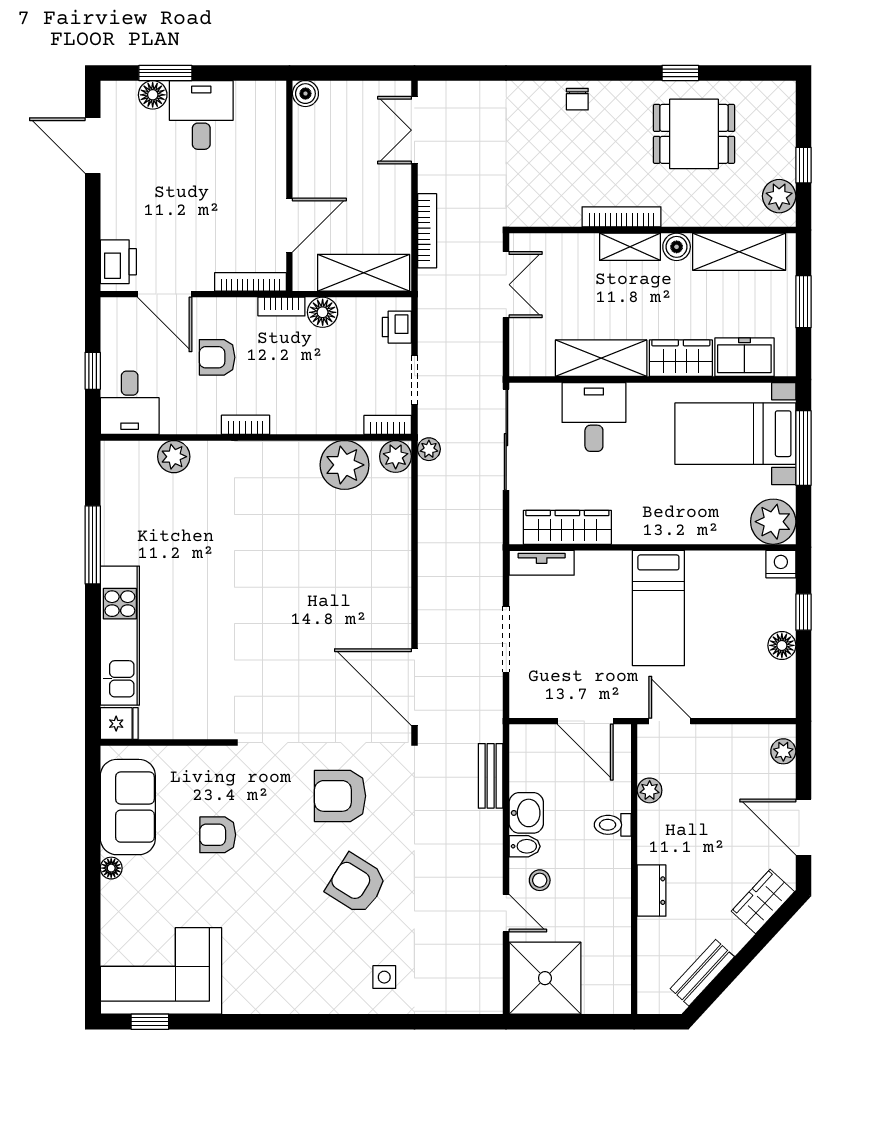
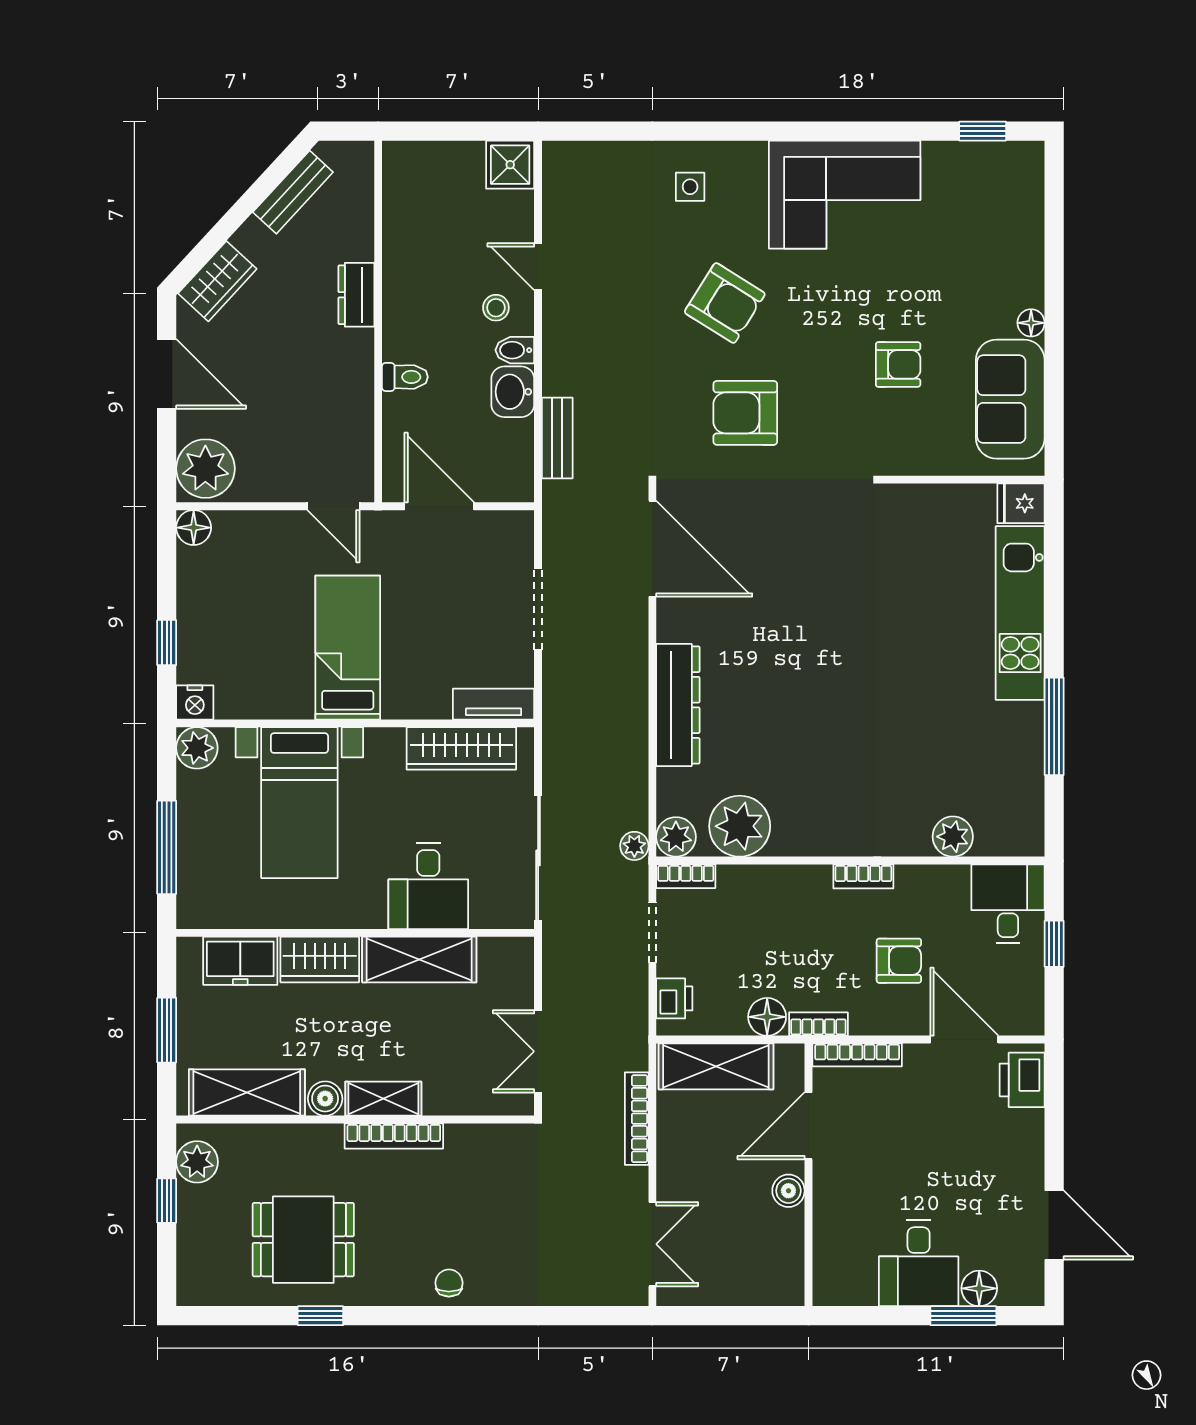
boiler: (305, 94) -> (788, 1191), moved
bed with nightstands: (735, 434) -> (299, 803), moved, turned 90
plant: (773, 522) -> (197, 748), width x0.73, depth x0.73
dresser: (394, 562) -> (678, 705), added
floor lamp: (782, 645) -> (194, 528), moved
plant: (783, 751) -> (205, 469), width x1.87, depth x1.87
plant: (650, 790) -> (359, 420), removed
armchair: (340, 796) -> (745, 413), turned 180
corner sofa: (161, 971) -> (845, 195), moved
shower: (545, 978) -> (510, 165), width x0.54, depth x0.54

